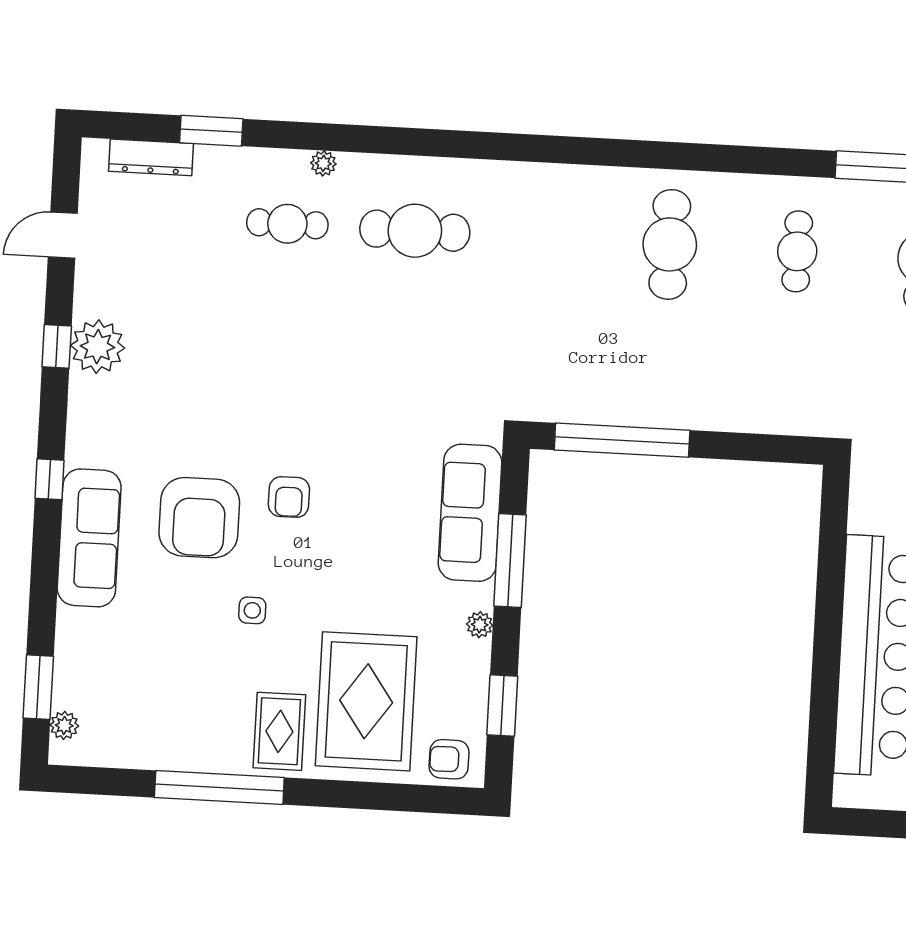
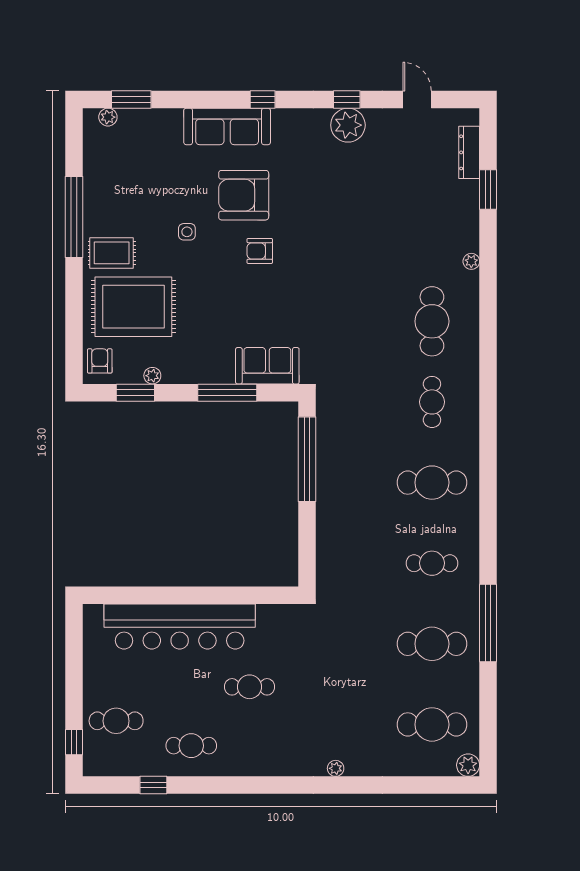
cafe table: (287, 224) -> (432, 402), moved
sofa: (470, 513) -> (267, 366), width x0.73
plant: (480, 625) -> (152, 376), moved

